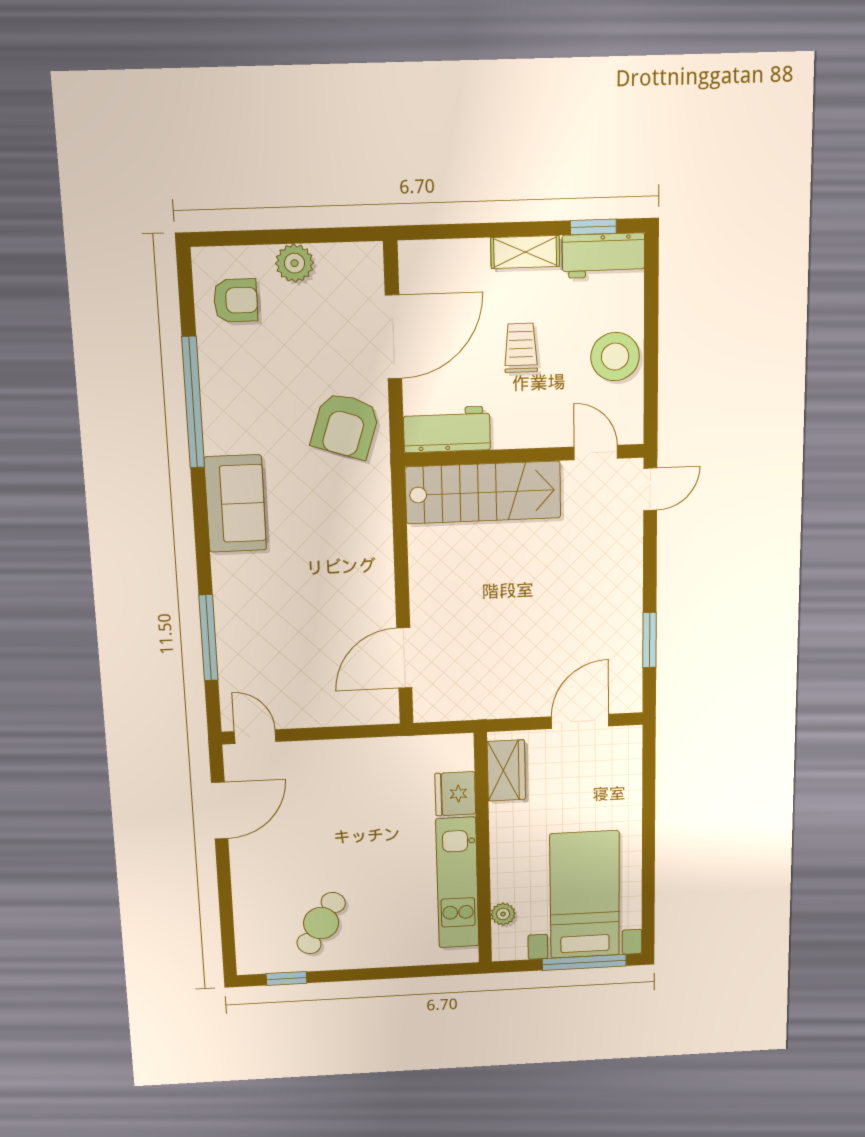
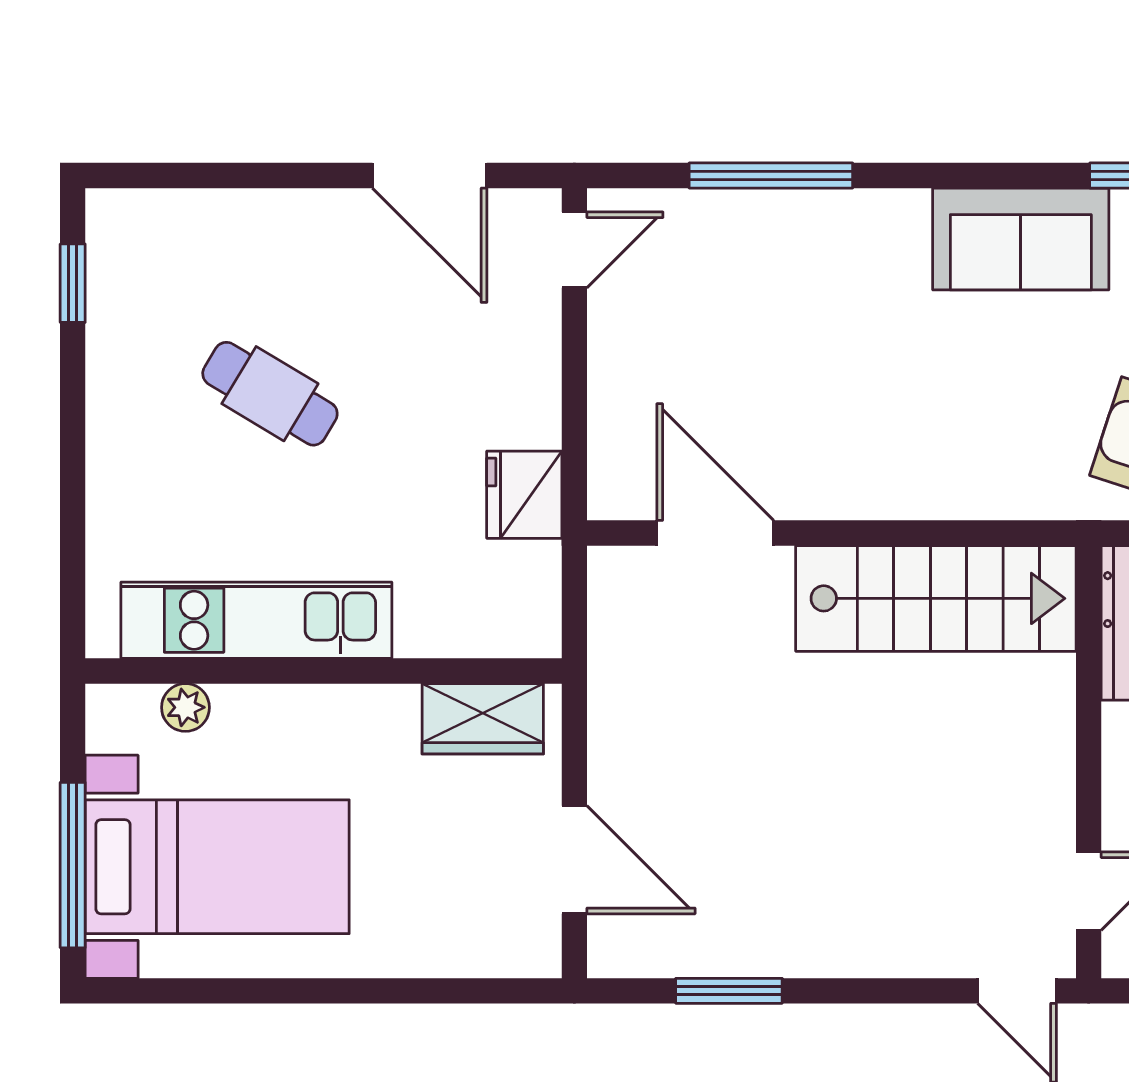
stairs: (483, 492) -> (936, 598), moved, turned -90
fridge: (455, 794) -> (524, 495), moved, turned -90
cafe table: (321, 923) -> (270, 394), moved

